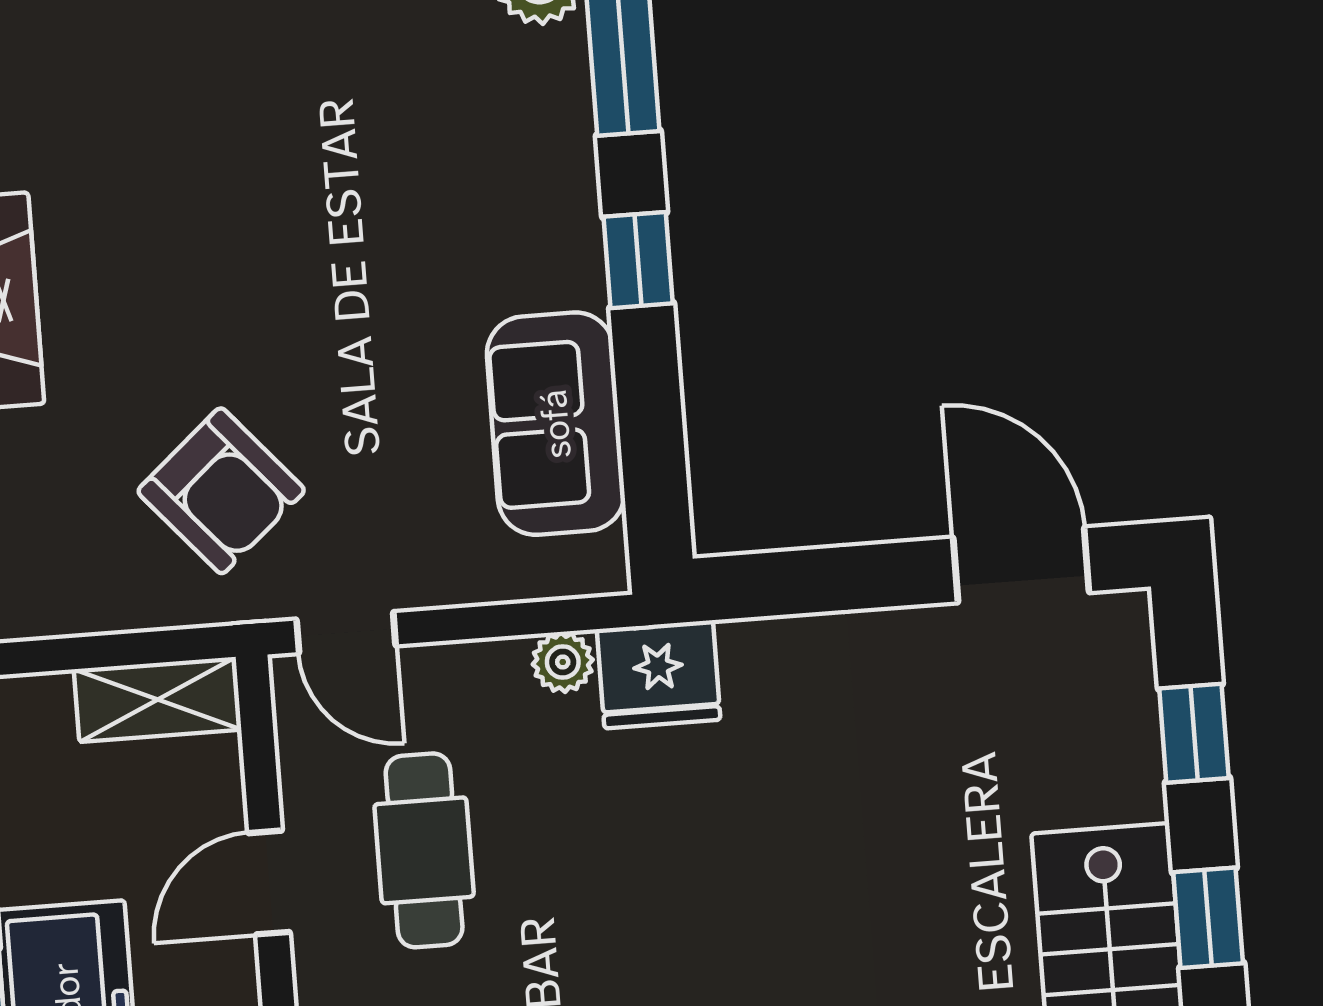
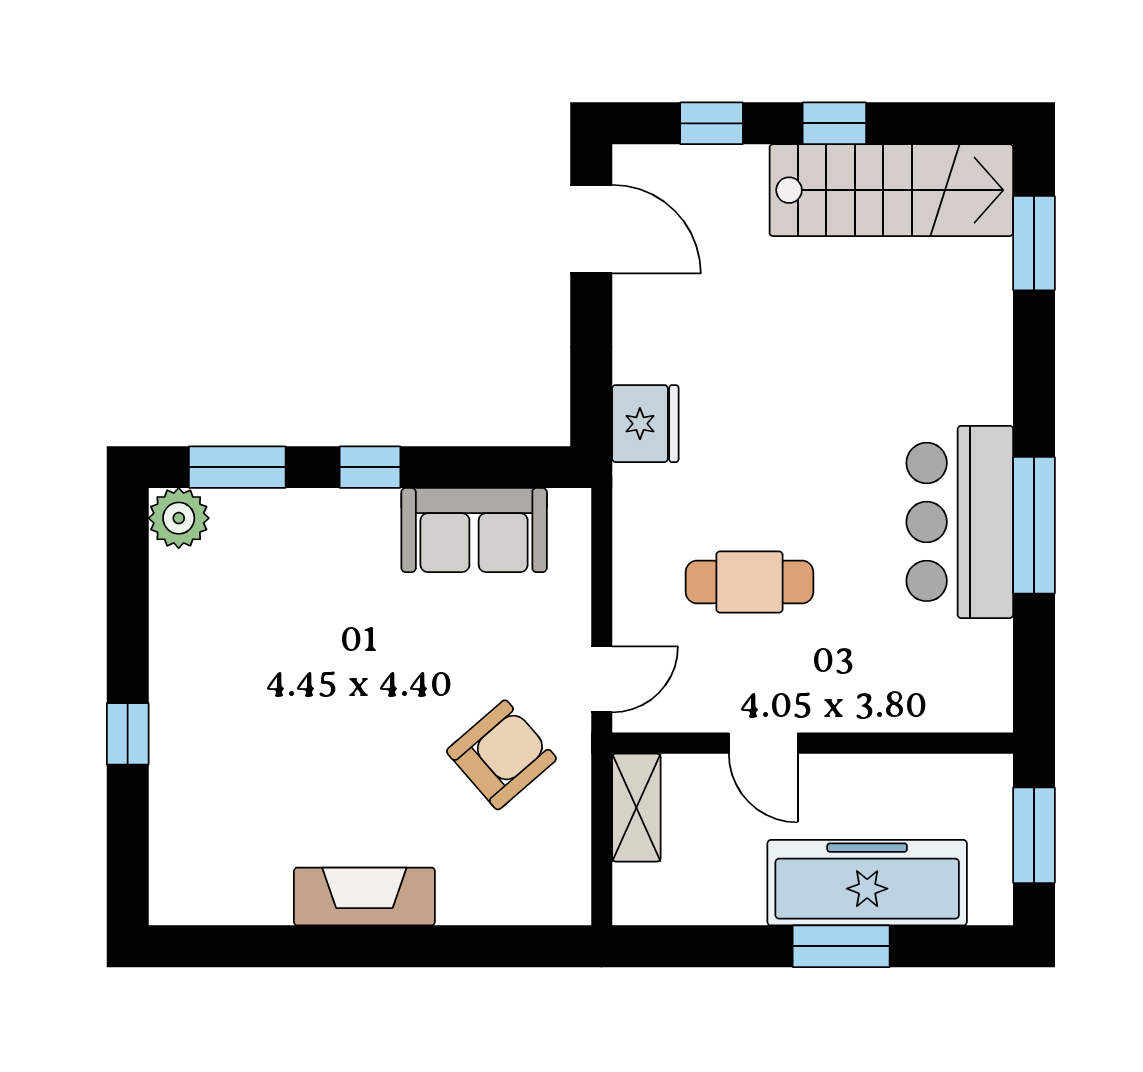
door: (1021, 565) -> (591, 229), swing flipped
plant: (563, 662) -> (632, 537), removed
fridge: (659, 674) -> (645, 424), moved
cafe table: (424, 850) -> (749, 582), moved

